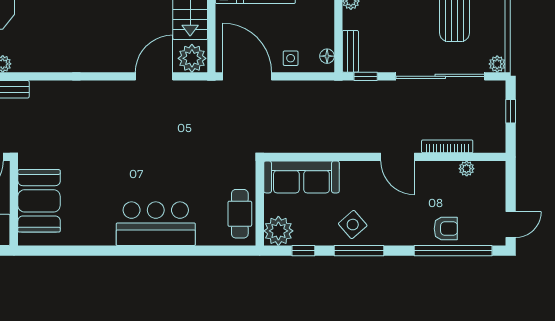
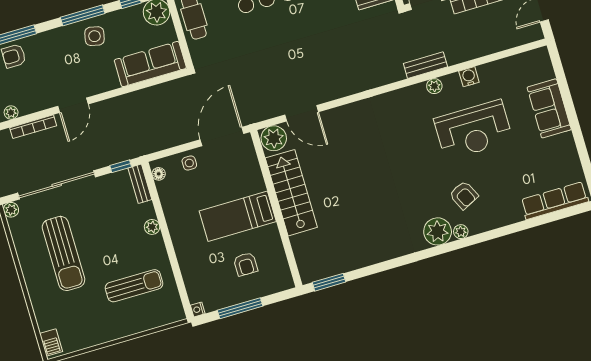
door: (154, 76) -> (302, 113), hinge flipped
door: (247, 76) -> (222, 137), swing flipped
door: (398, 157) -> (73, 105), swing flipped
side table: (353, 225) -> (95, 36), turned -36

